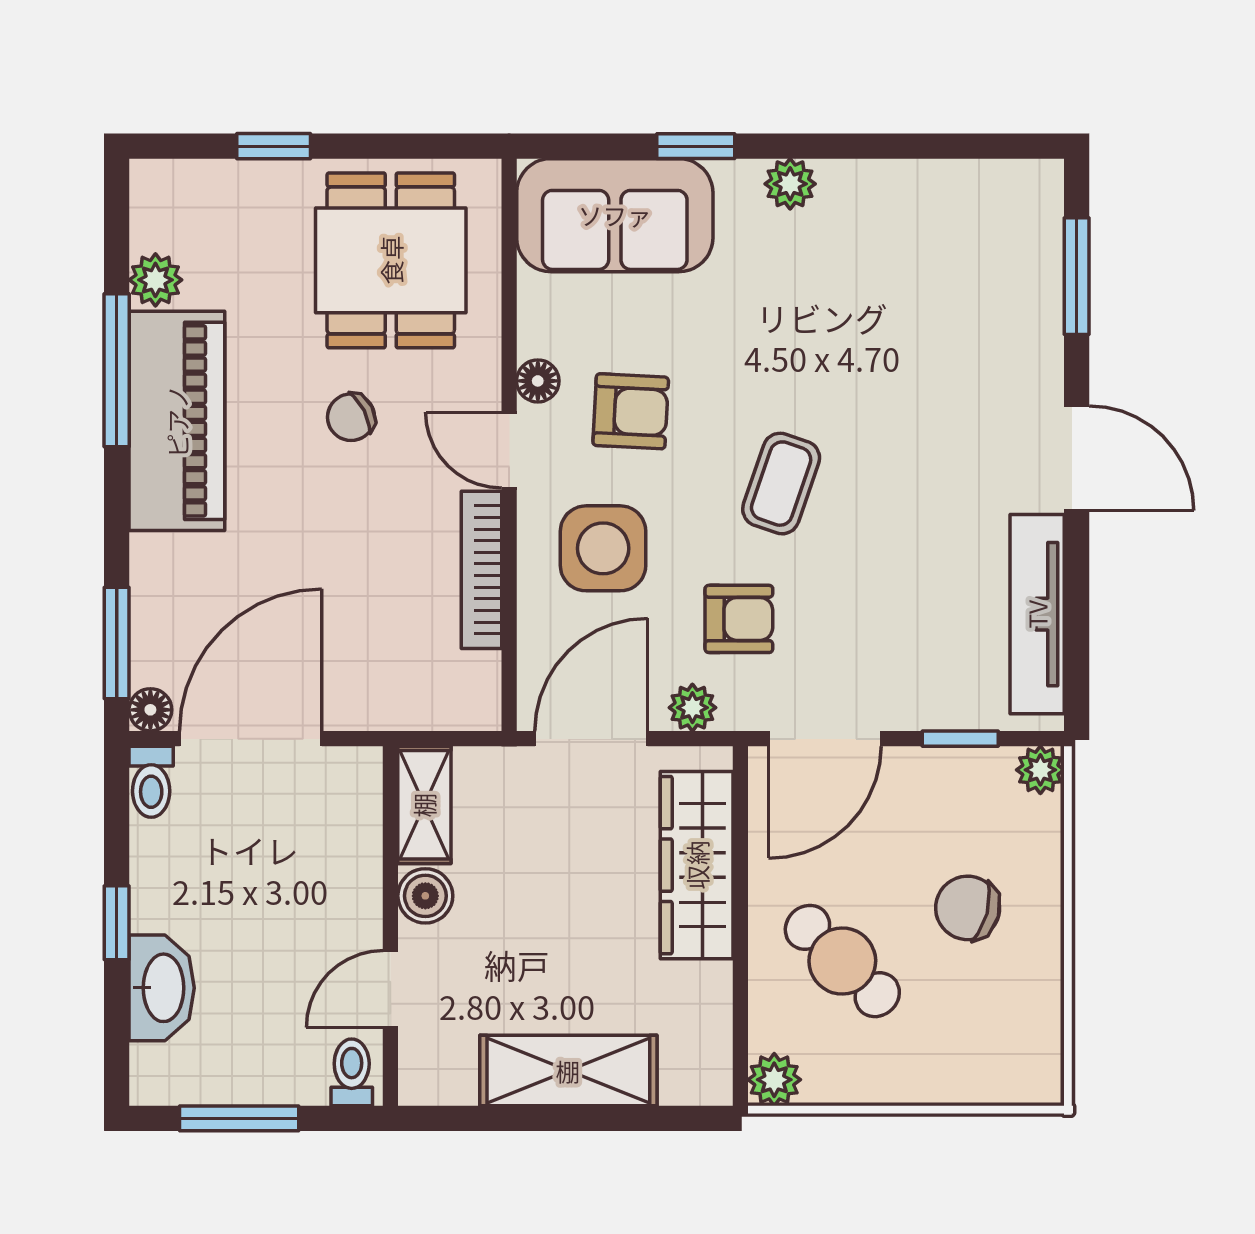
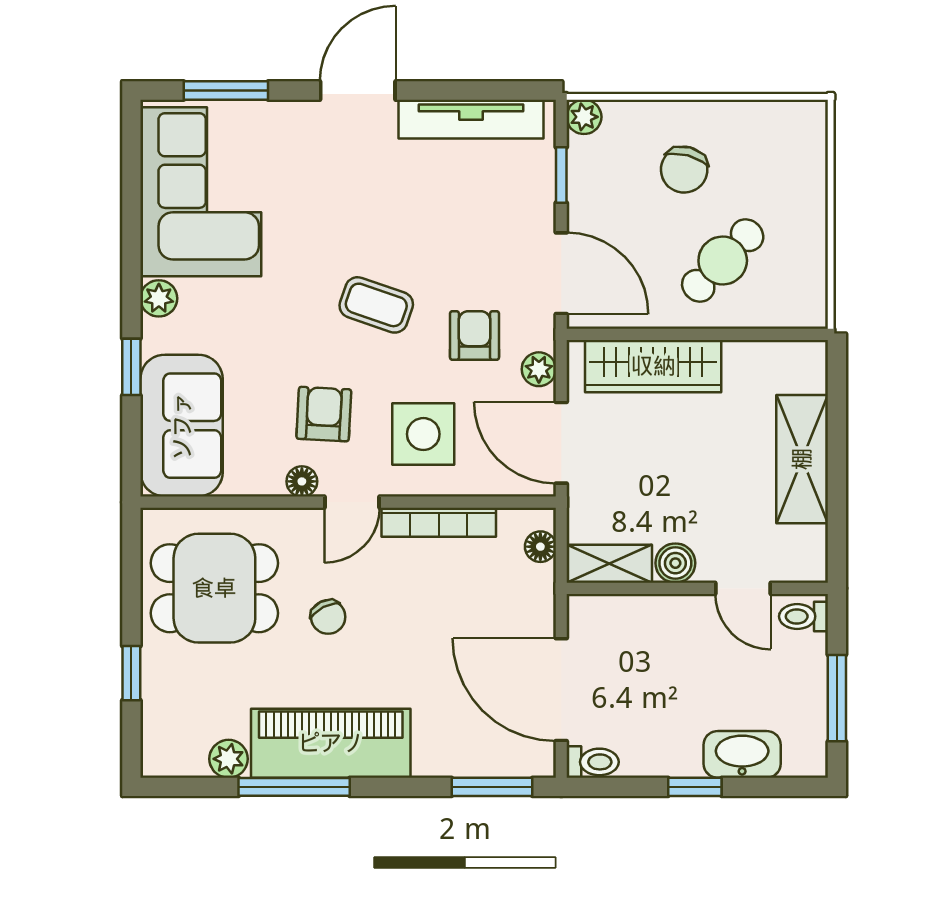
corner sofa: (937, 242) -> (201, 192), added
floor lamp: (150, 710) -> (540, 547), moved
plant: (774, 1080) -> (809, 310), removed

